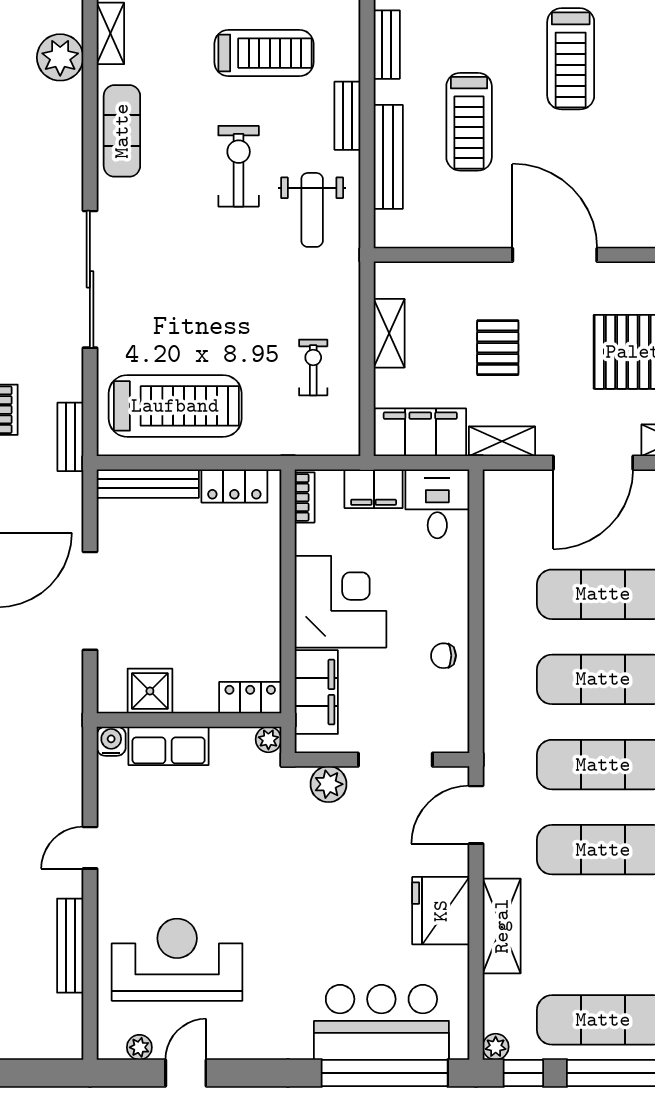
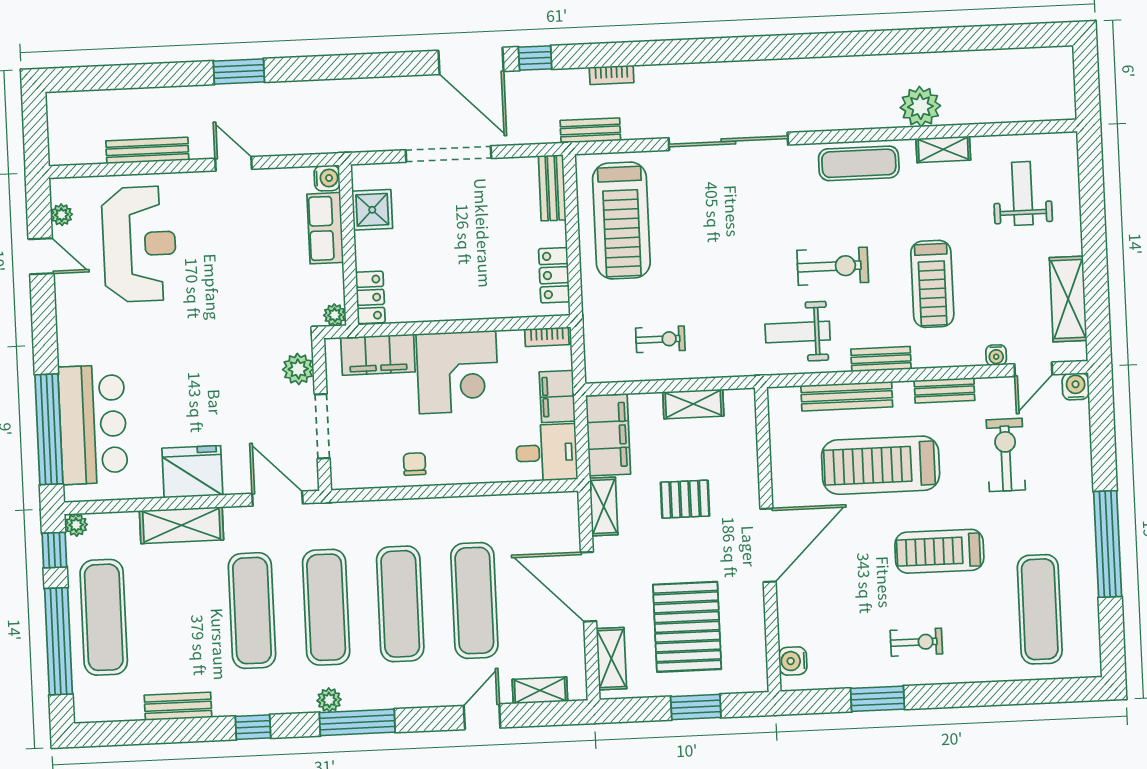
treadmill: (469, 122) -> (881, 465), width x1.37, depth x1.38
bench: (148, 484) -> (552, 188), width x0.73

